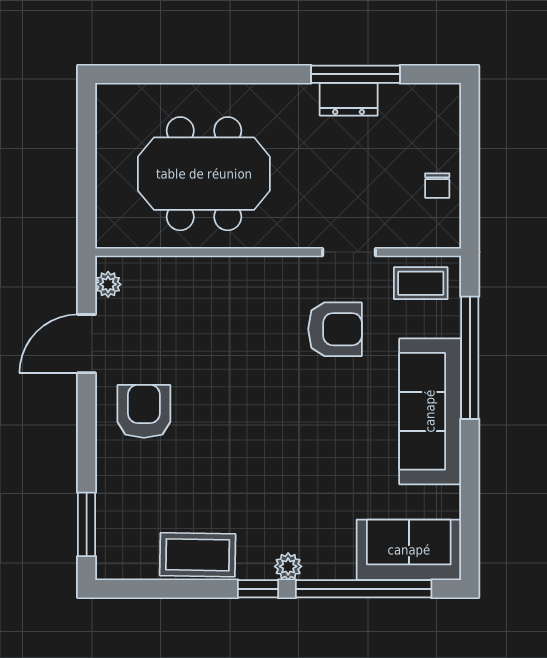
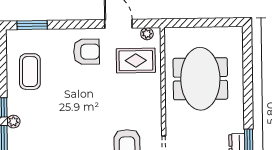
rug: (164, 308) -> (136, 61), added
coffee table: (198, 555) -> (30, 72), moved

